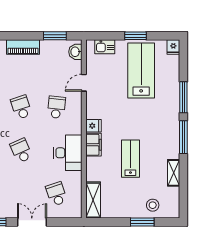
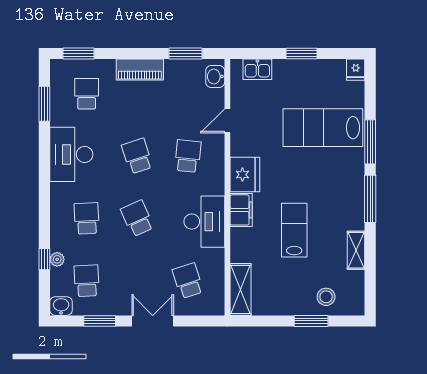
lab bench: (141, 70) -> (323, 128), moved, turned -90
fridge: (93, 126) -> (245, 175), width x1.88, depth x1.34

